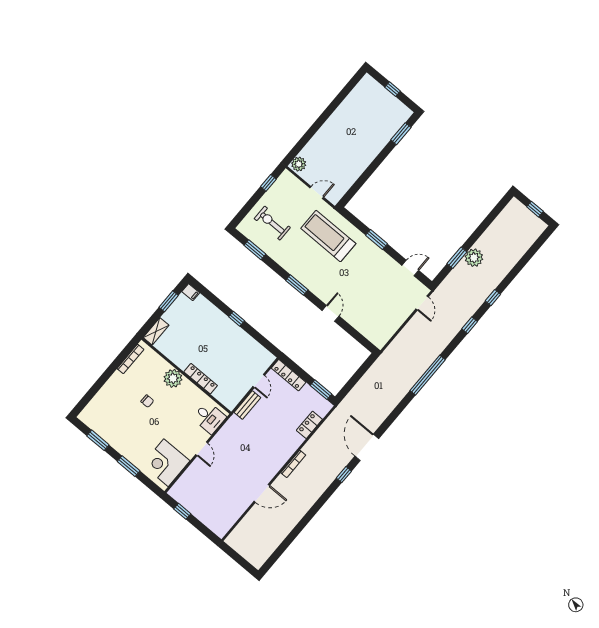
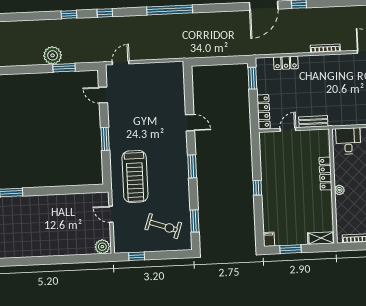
exercise bike: (272, 223) -> (163, 226), turned -71
door: (331, 313) -> (190, 123), swing flipped
plant: (173, 378) -> (339, 190), width x0.53, depth x0.53

